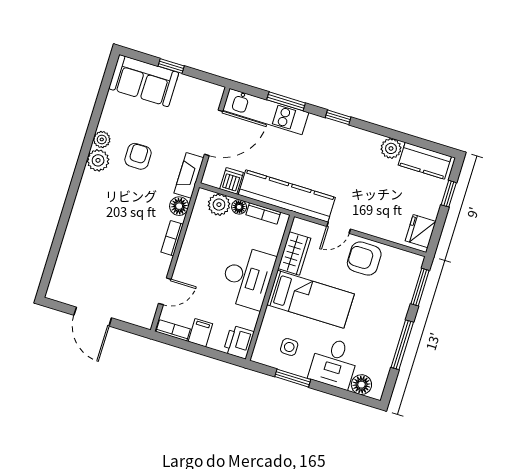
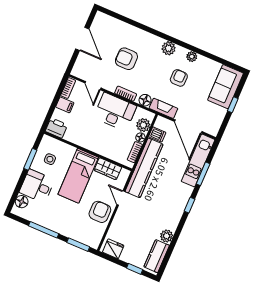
armchair: (138, 156) -> (179, 78), turned -90
plant: (98, 160) -> (169, 48), moved
armchair: (116, 243) -> (126, 59), added
desk: (247, 278) -> (115, 112), moved, turned 180
door: (93, 317) -> (82, 39), swing flipped

